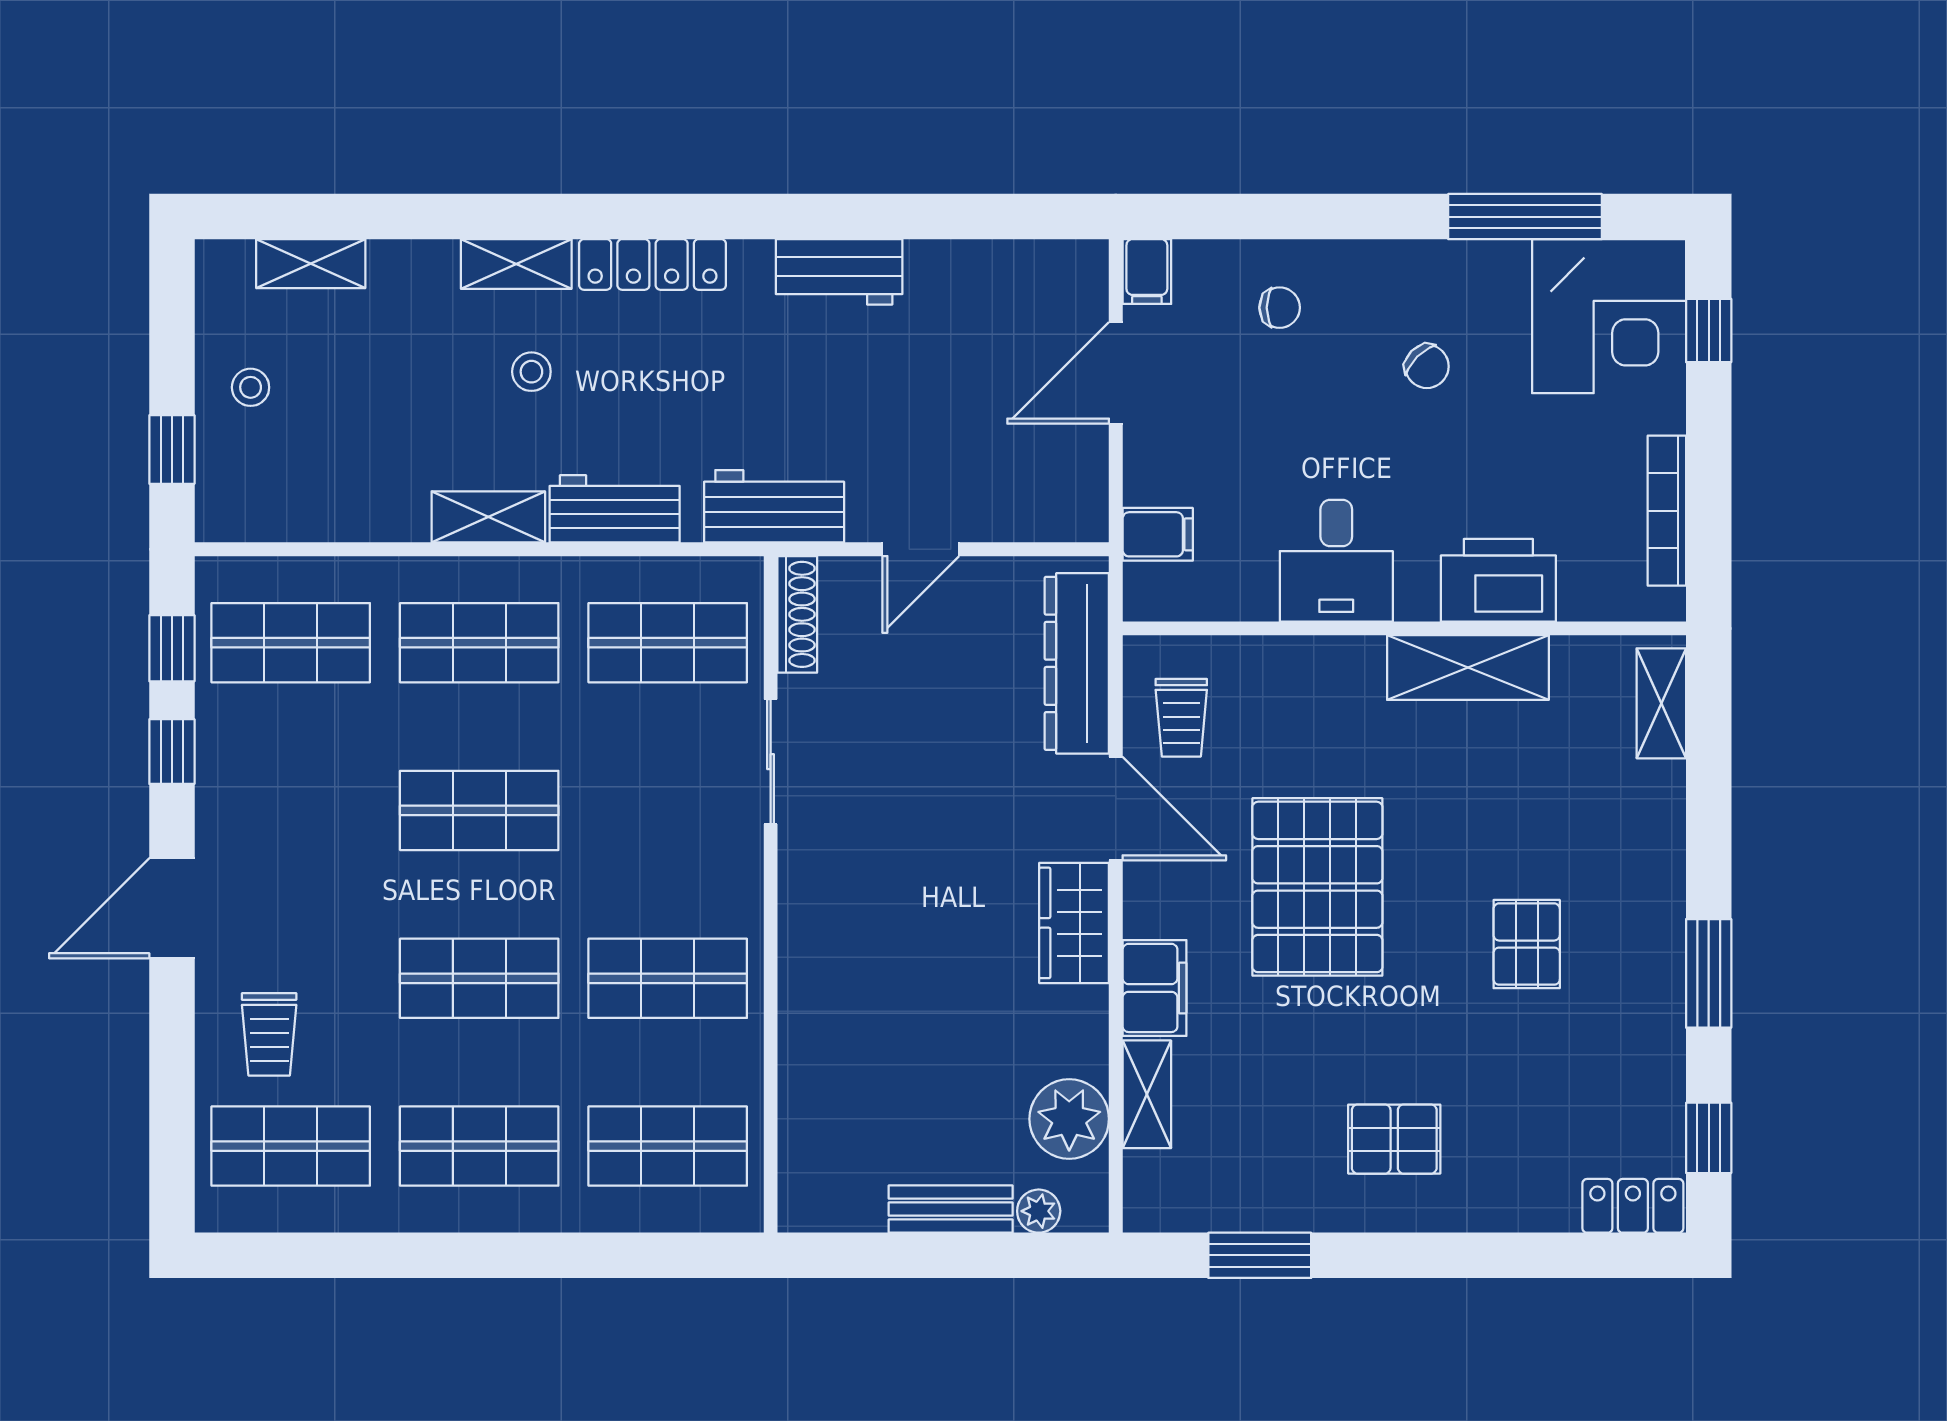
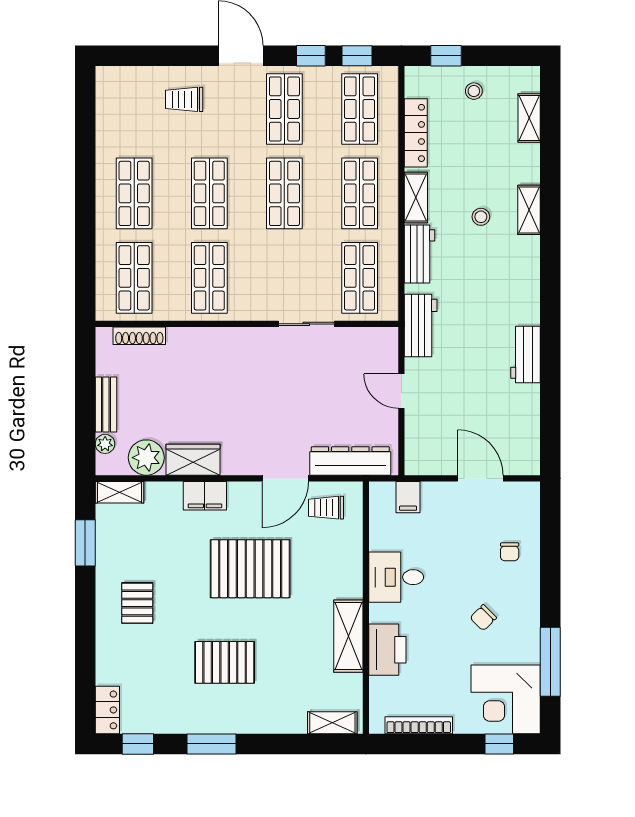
locker: (653, 264) -> (416, 133), moved, turned 180
filing cabinet: (1147, 272) -> (526, 492), removed
shoe rack: (797, 614) -> (139, 336), moved
wardrobe: (1074, 923) -> (193, 460), moved
pallet: (1527, 944) -> (225, 662), width x1.50, depth x1.42
shelving: (1147, 1094) -> (119, 492), moved
shop shelf: (291, 1146) -> (284, 109), moved

